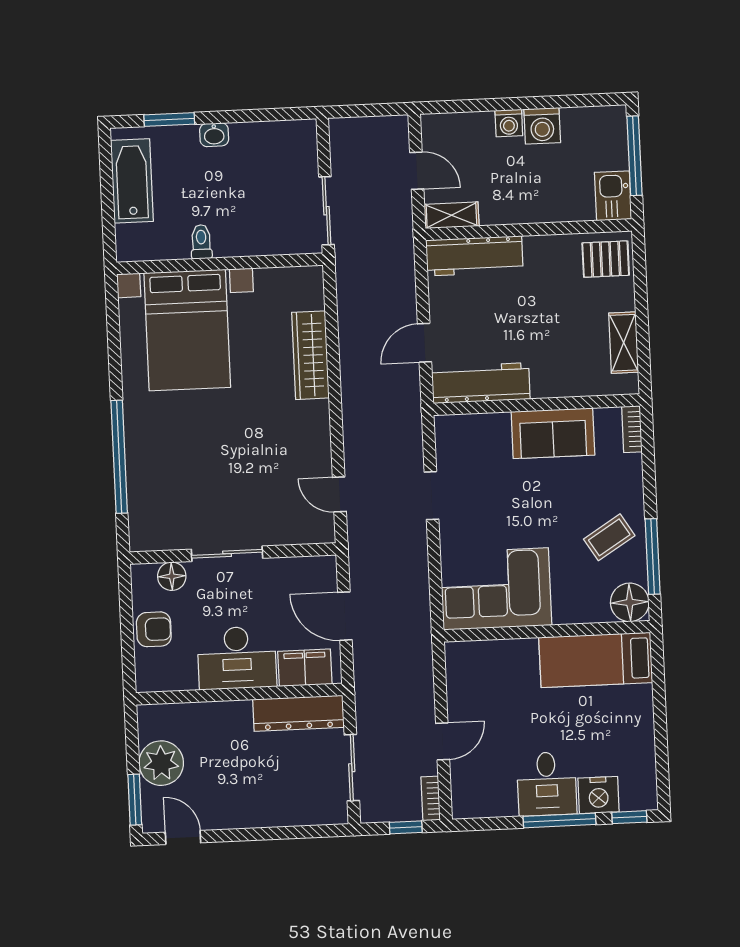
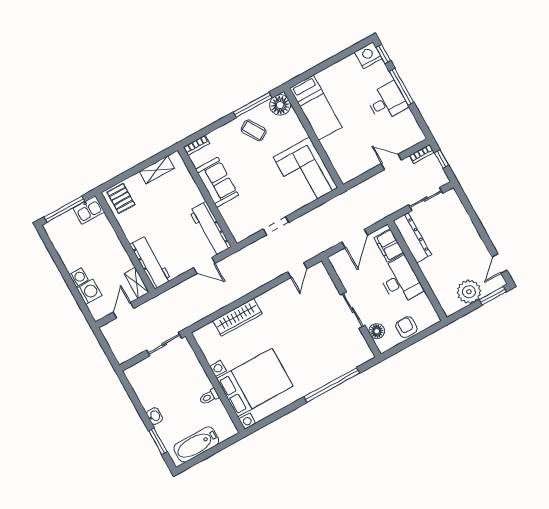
washing machine: (542, 126) -> (89, 292), moved
nightstand: (599, 795) -> (368, 55), moved, turned -90

